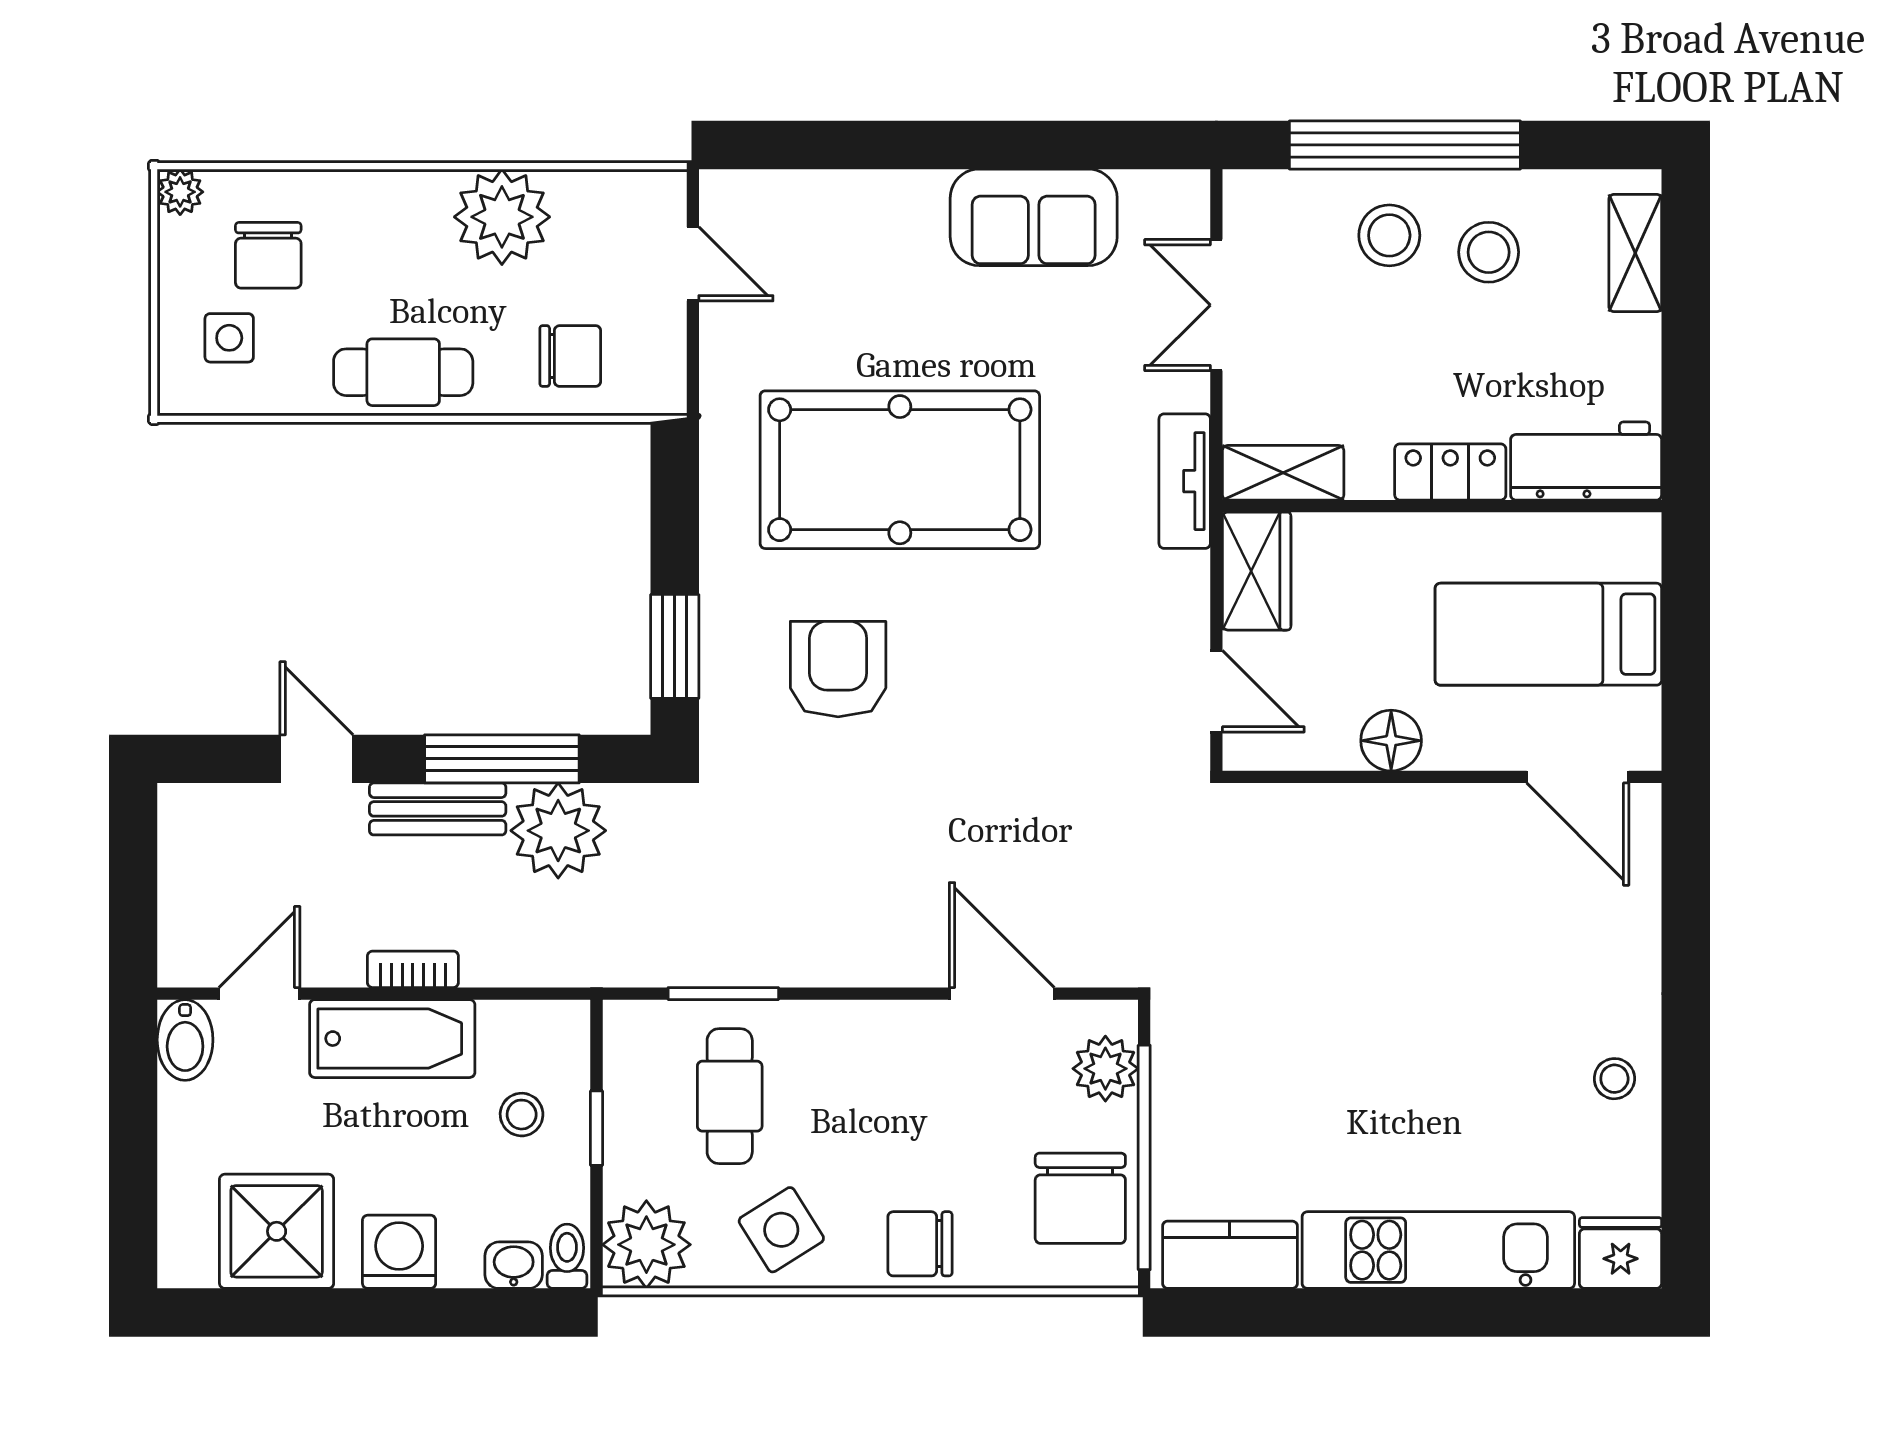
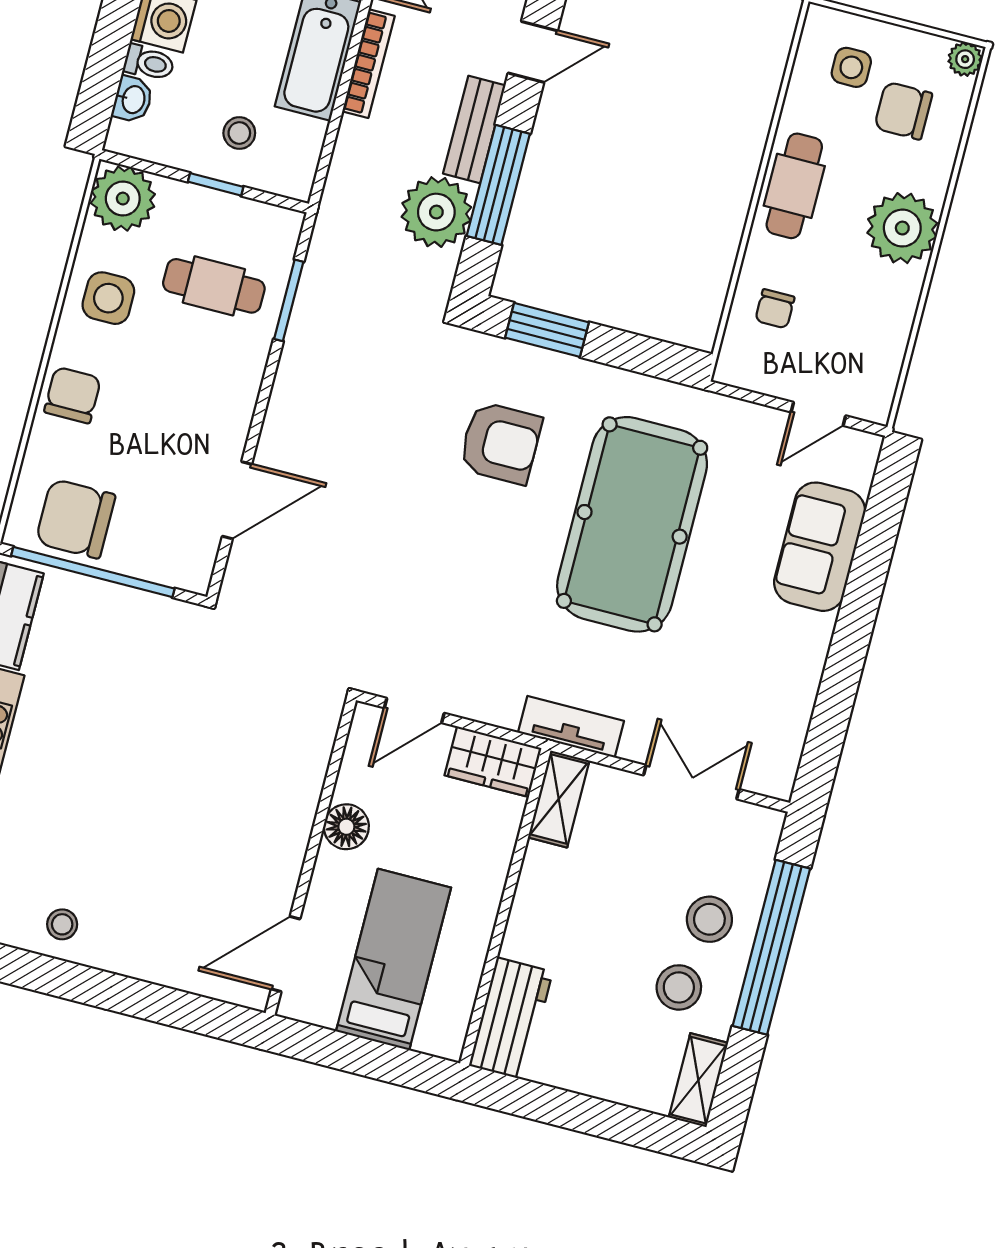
plant: (502, 217) -> (902, 228), moved
sofa: (1034, 217) -> (820, 547), moved
shelving: (1635, 253) -> (698, 1080), moved, turned 90
chair: (570, 356) -> (775, 309), width x0.73, depth x0.73
locker: (1450, 472) -> (528, 919), removed
bookcase: (413, 969) -> (368, 64), width x1.56
plant: (1105, 1069) -> (164, 561), removed
side table: (781, 1230) -> (108, 298), turned 32
toilet: (567, 1256) -> (149, 63), moved

